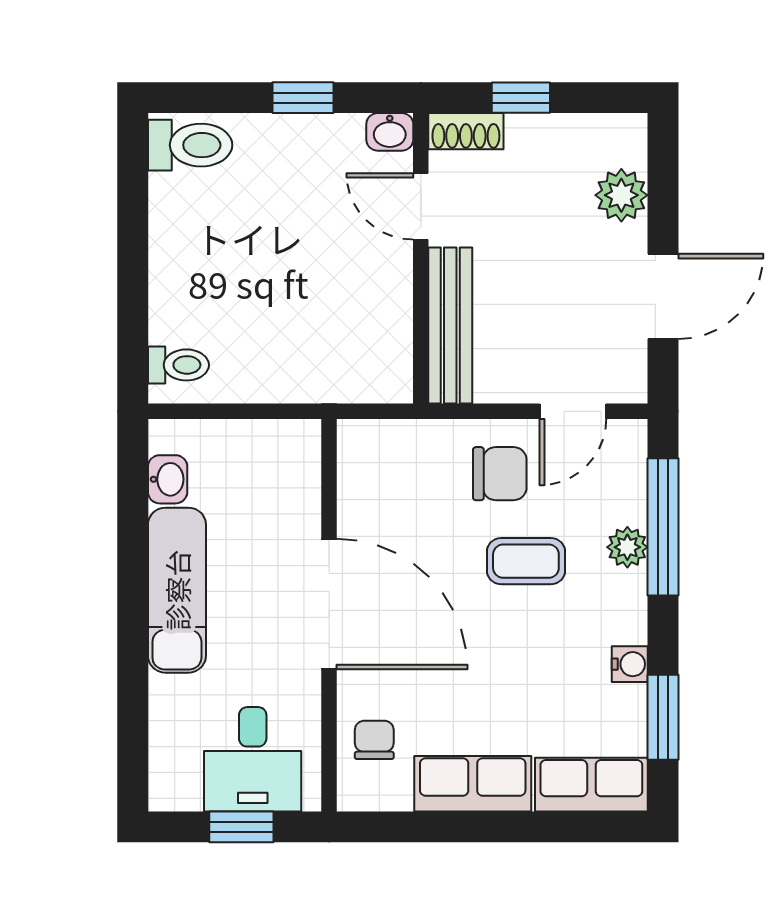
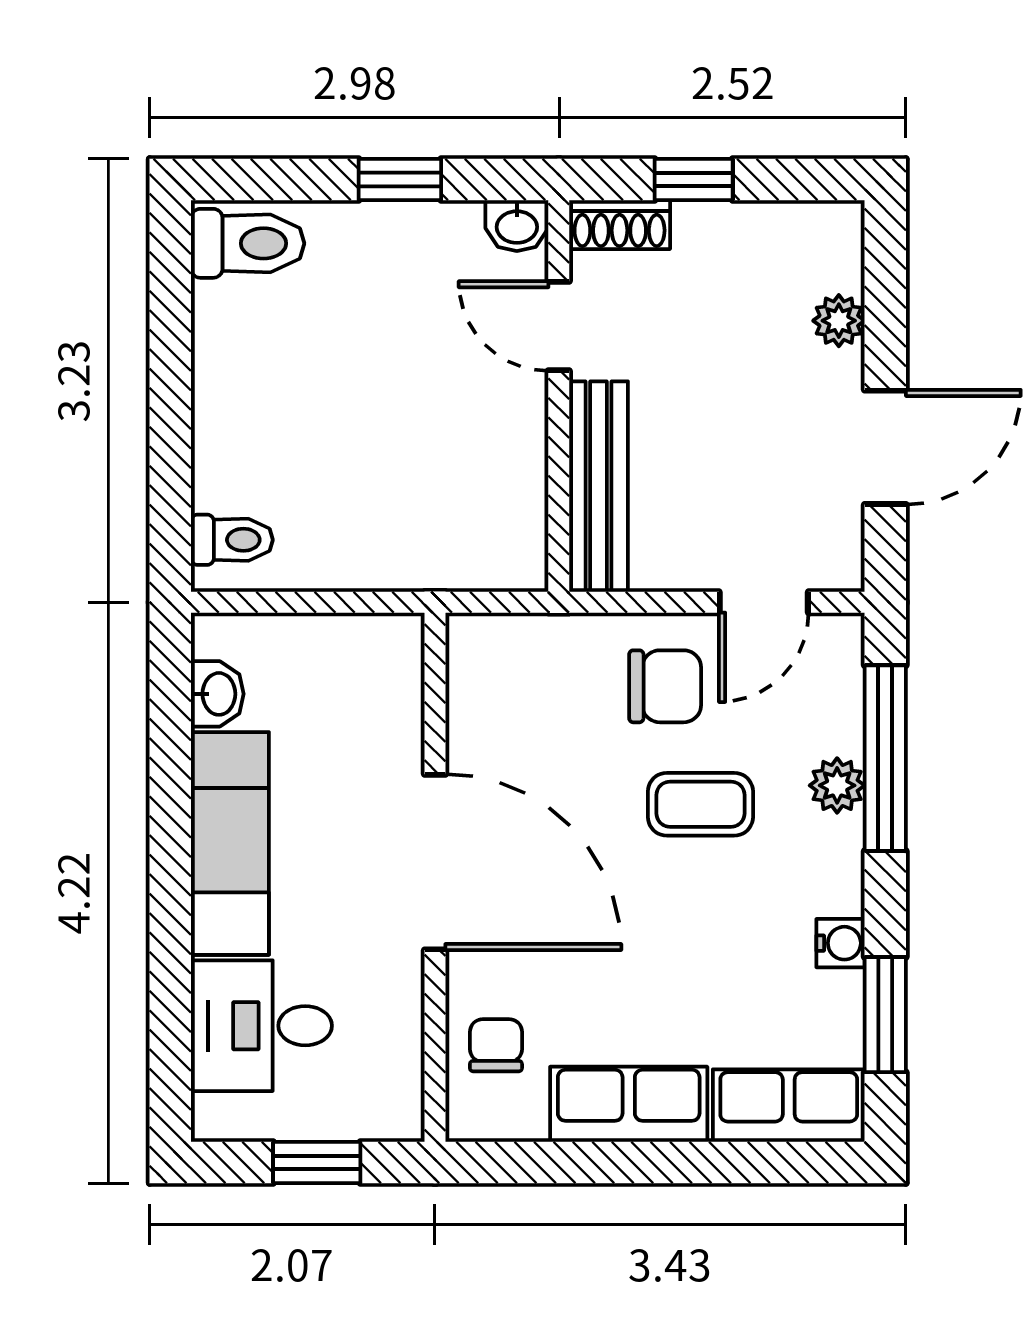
plant: (621, 195) -> (839, 321), width x0.73, depth x0.73
desk: (253, 759) -> (261, 1026), moved, turned 90

